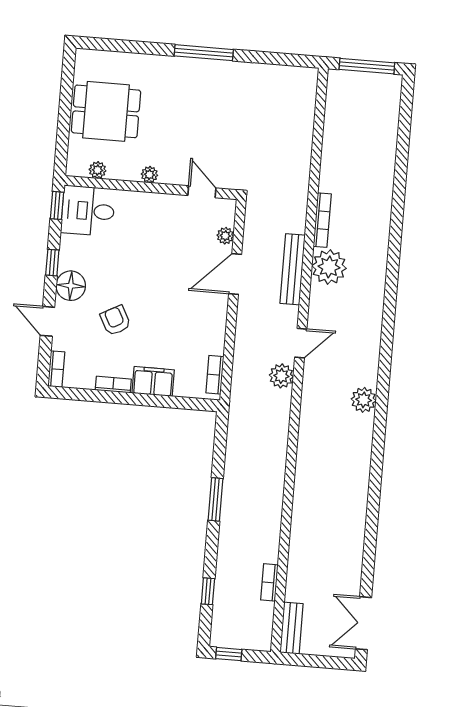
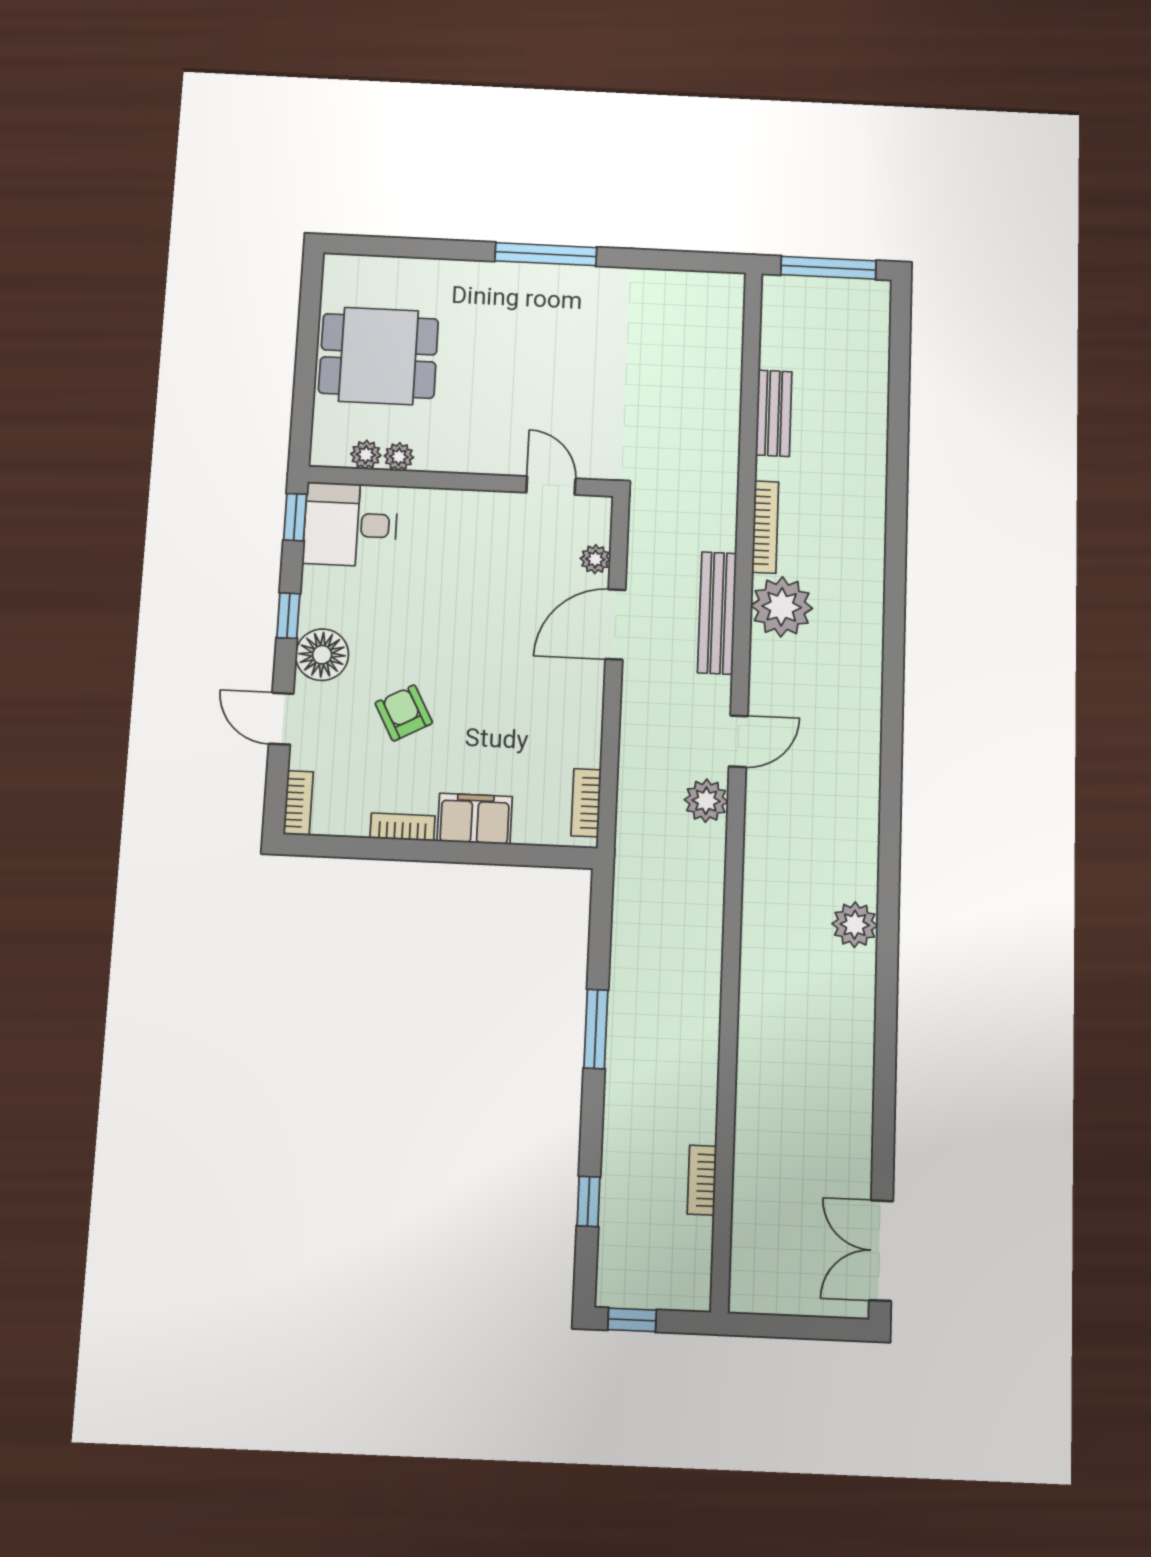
plant: (149, 175) -> (399, 457), moved
plant: (364, 400) -> (855, 925), moved
bench: (292, 628) -> (774, 413), moved

